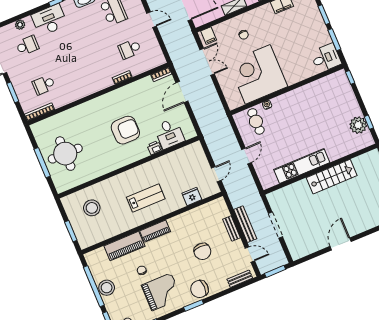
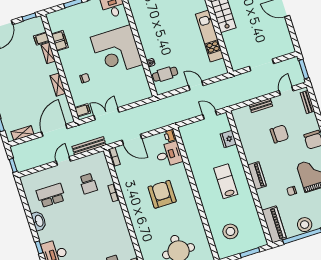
corner desk: (258, 74) -> (116, 51), moved
printer: (155, 148) -> (170, 136), moved
bench: (245, 224) -> (89, 146), moved
piano: (124, 246) -> (274, 224), moved

